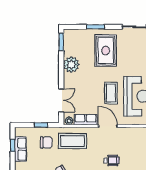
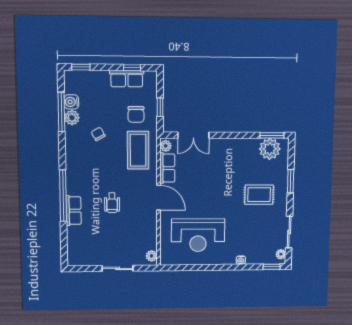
rug: (106, 51) -> (259, 195), width x0.73, depth x0.70
plant: (71, 65) -> (270, 149), moved
coffee table: (111, 93) -> (203, 202), removed
door: (108, 126) -> (159, 198), hinge flipped

